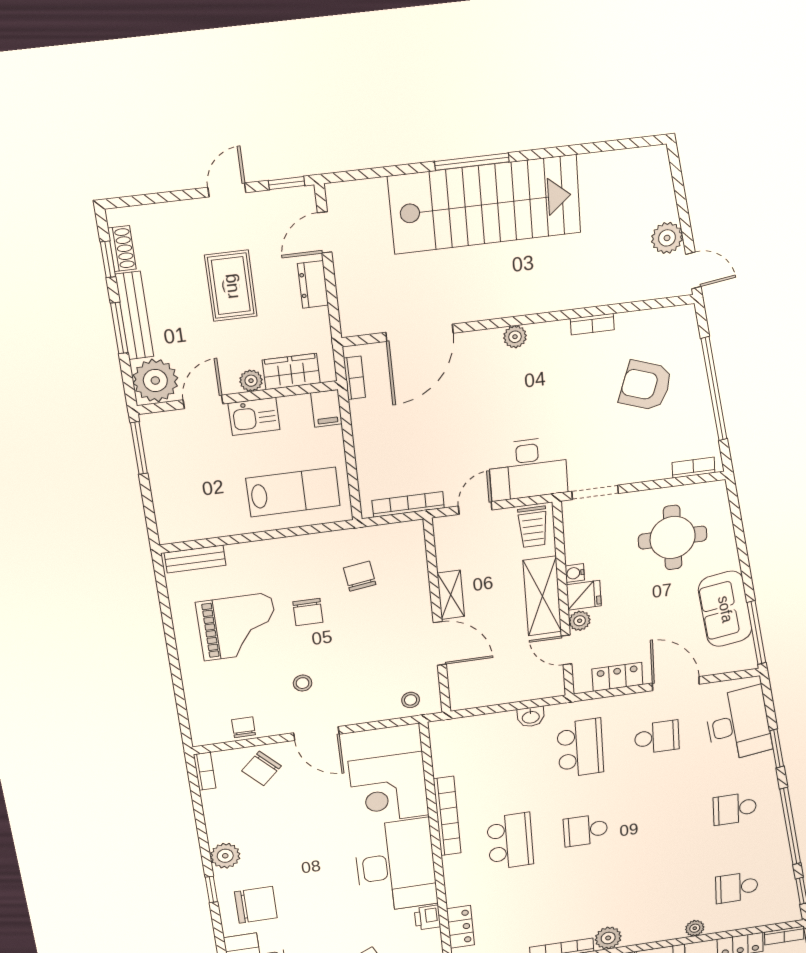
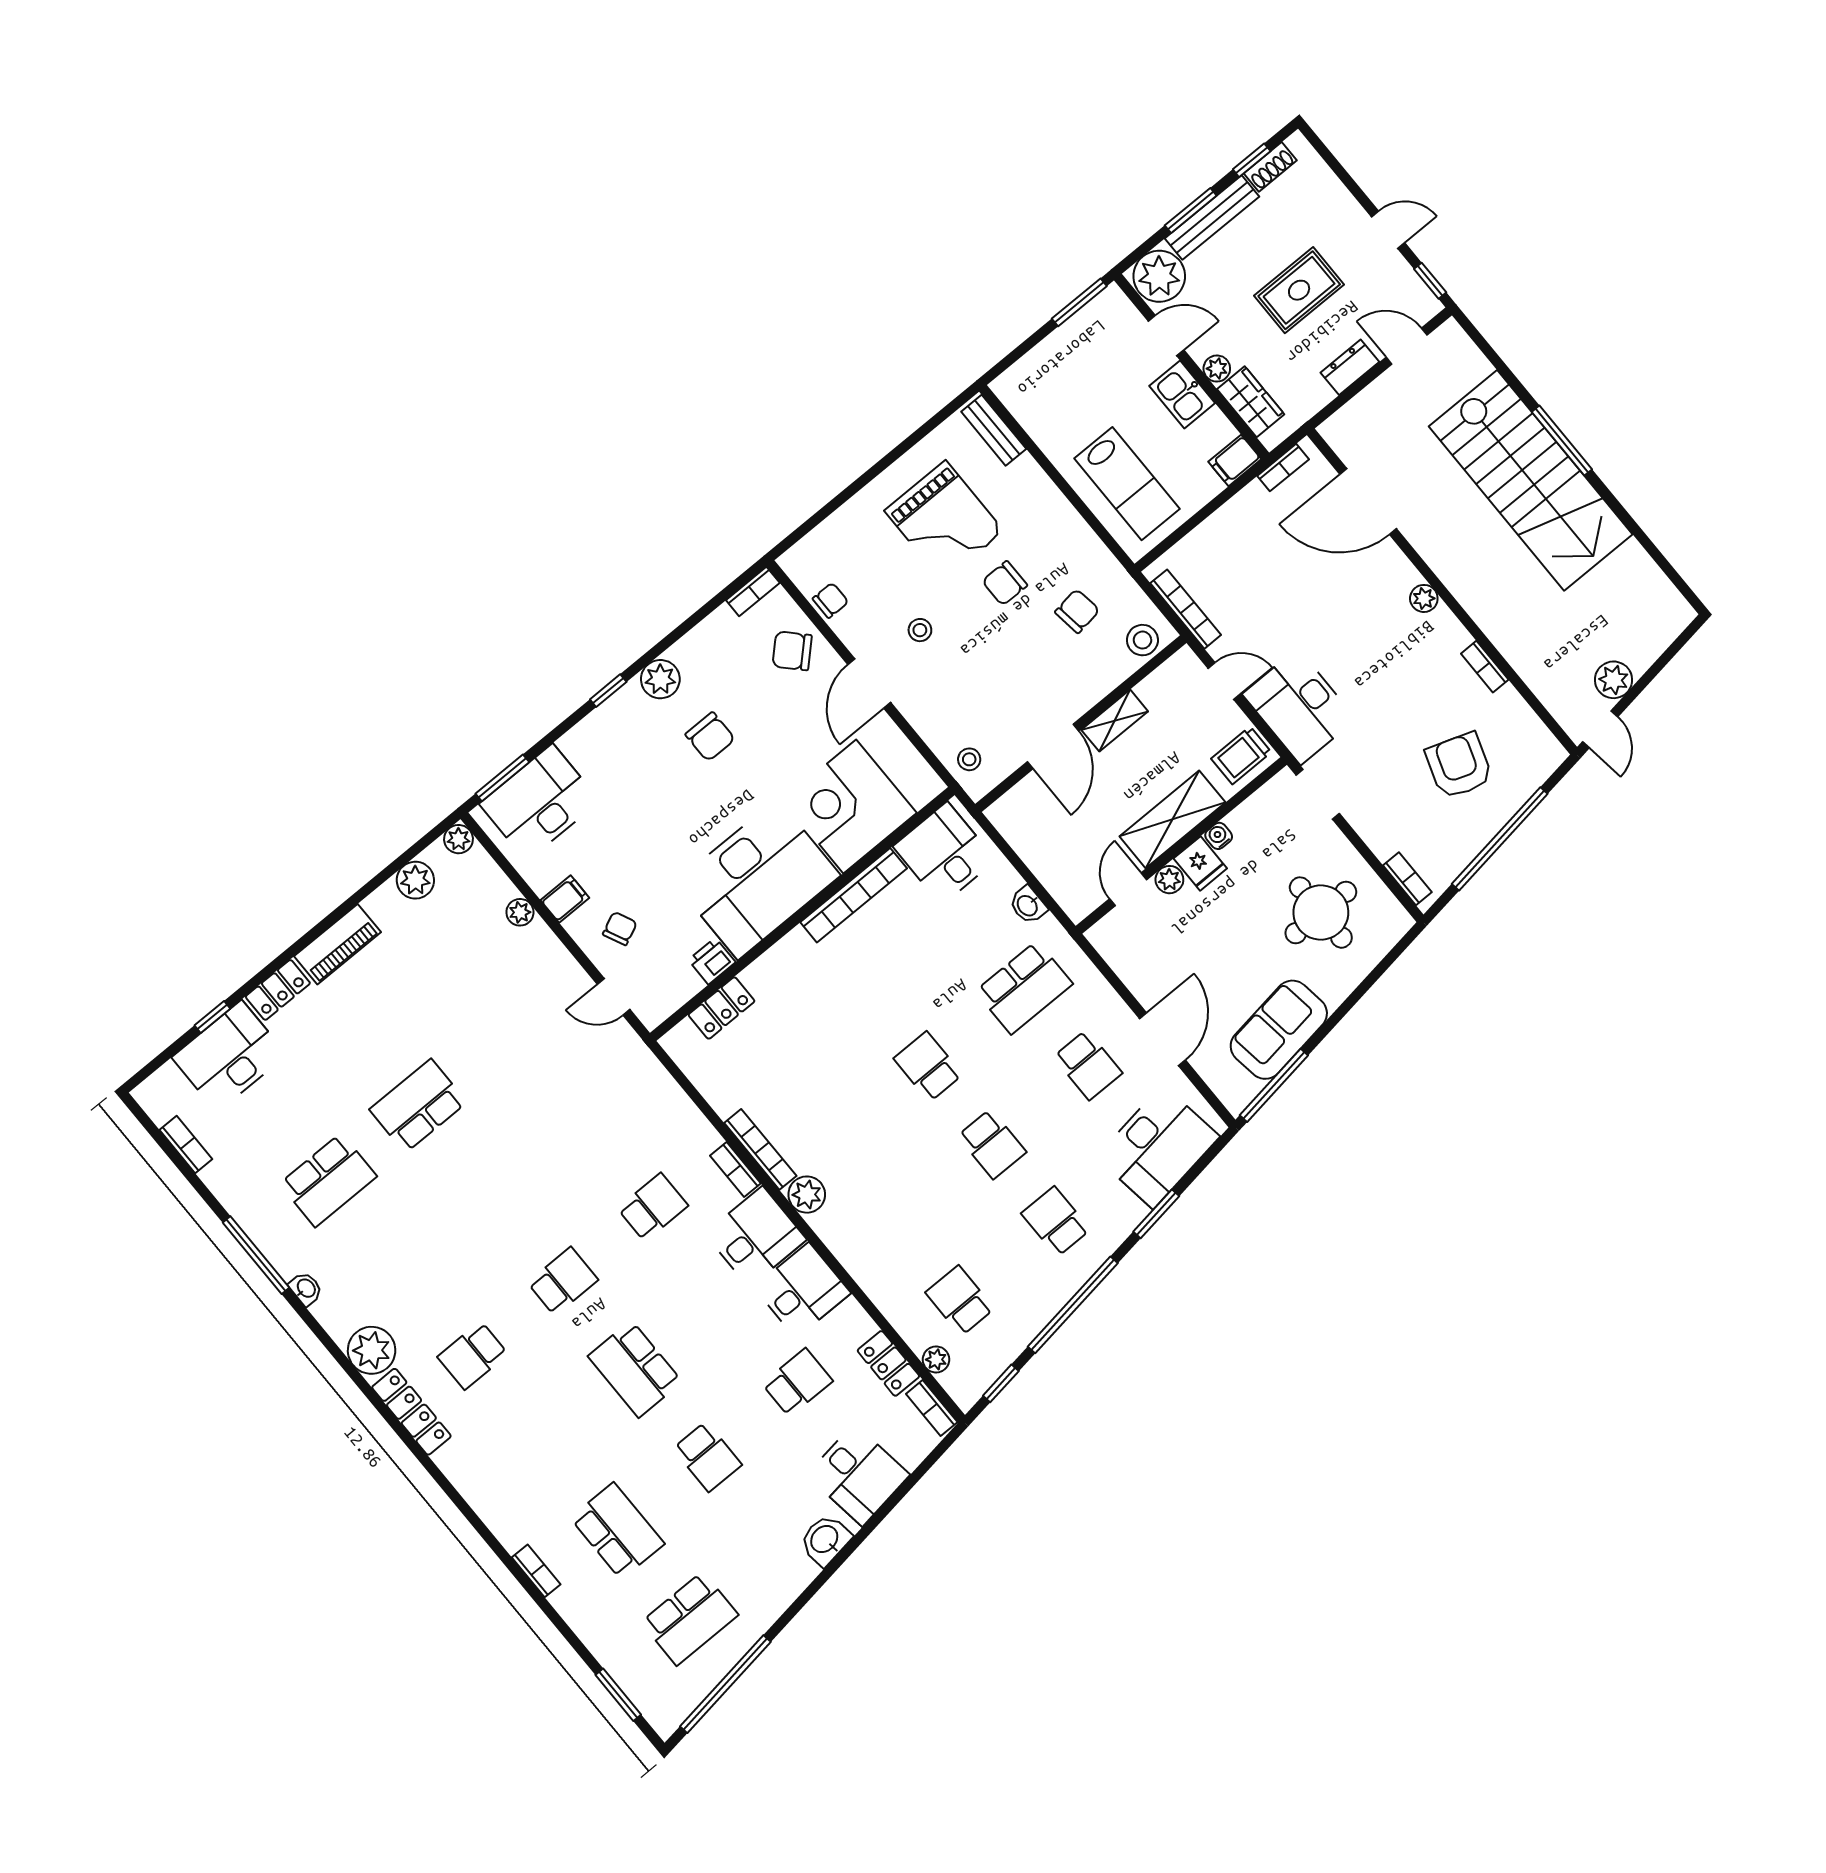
stool: (409, 545) -> (1142, 640), added
locker: (617, 677) -> (1131, 968), removed
desk: (460, 748) -> (944, 853), added
school desk: (510, 841) -> (992, 1144), moved, width x0.54
chair: (256, 905) -> (710, 737), moved, width x0.73, depth x0.73
plant: (695, 928) -> (936, 1359), moved

